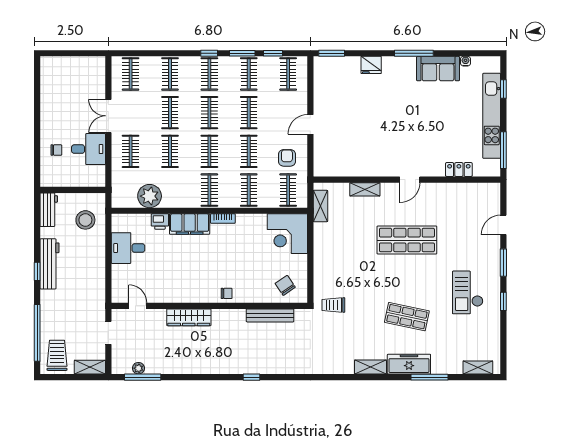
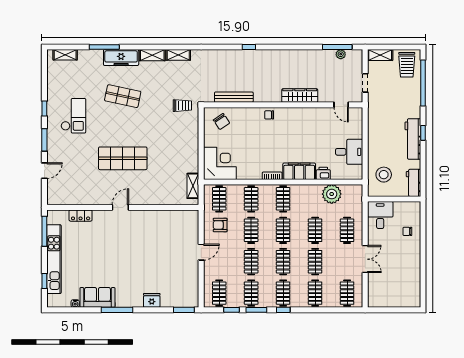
desk: (89, 149) -> (380, 215), moved, turned 90
armchair: (287, 158) -> (220, 225), turned 90
shelving: (365, 189) -> (178, 55), moved

